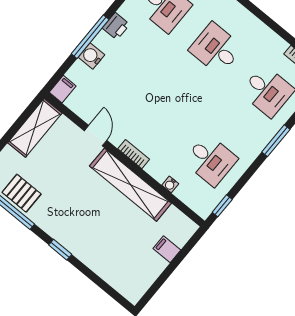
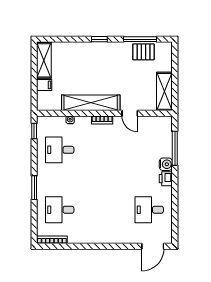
window: (90, 37) -> (175, 148), moved
desk: (216, 49) -> (104, 210), removed
water cooler: (91, 56) -> (166, 164), moved
filing cabinet: (63, 89) -> (167, 123), removed
shelving: (144, 278) -> (44, 60), added

